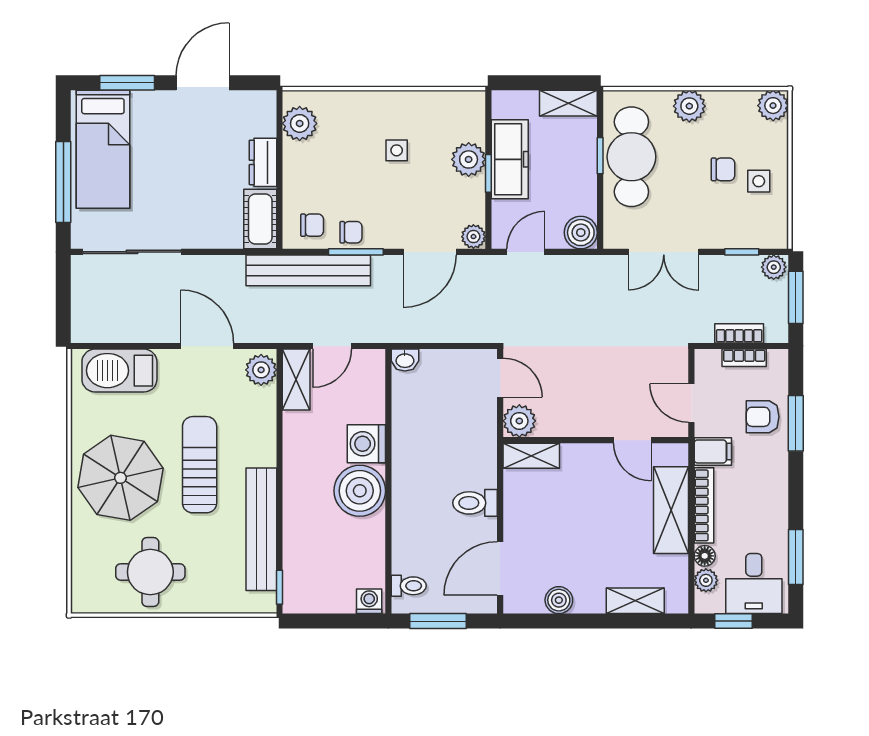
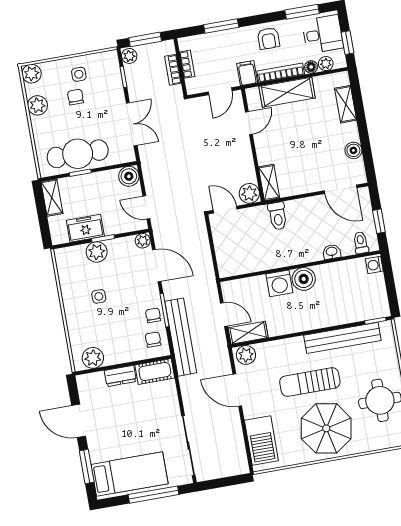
plant: (689, 106) -> (38, 105), moved
freezer: (510, 159) -> (85, 228), width x0.71
door: (207, 346) -> (237, 390), hinge flipped
washbasin: (405, 360) -> (332, 252), moved, turned -90
door: (500, 378) -> (225, 210), hinge flipped
armchair: (763, 417) -> (268, 38), moved
boiler: (360, 491) -> (304, 279), width x0.73, depth x0.73
toilet: (475, 503) -> (278, 216), moved
window: (438, 621) -> (379, 221), width x0.67

